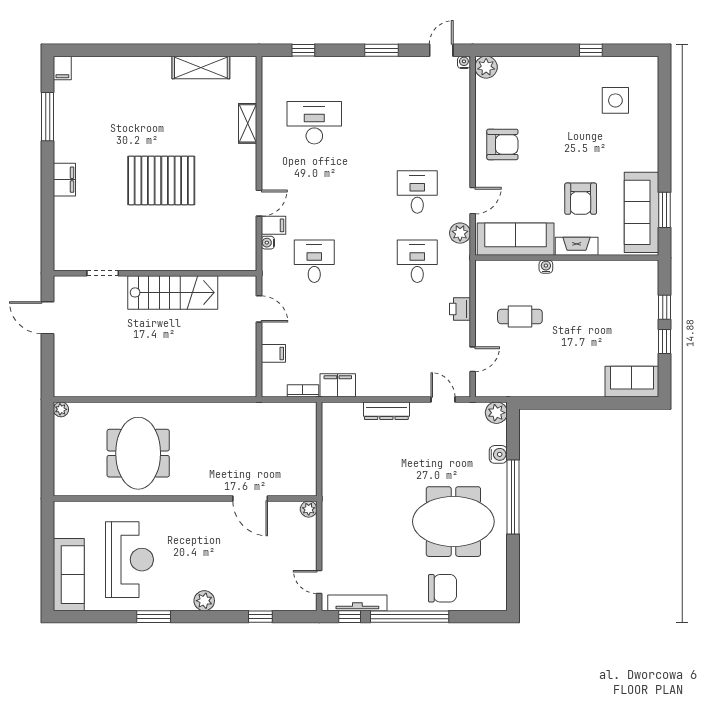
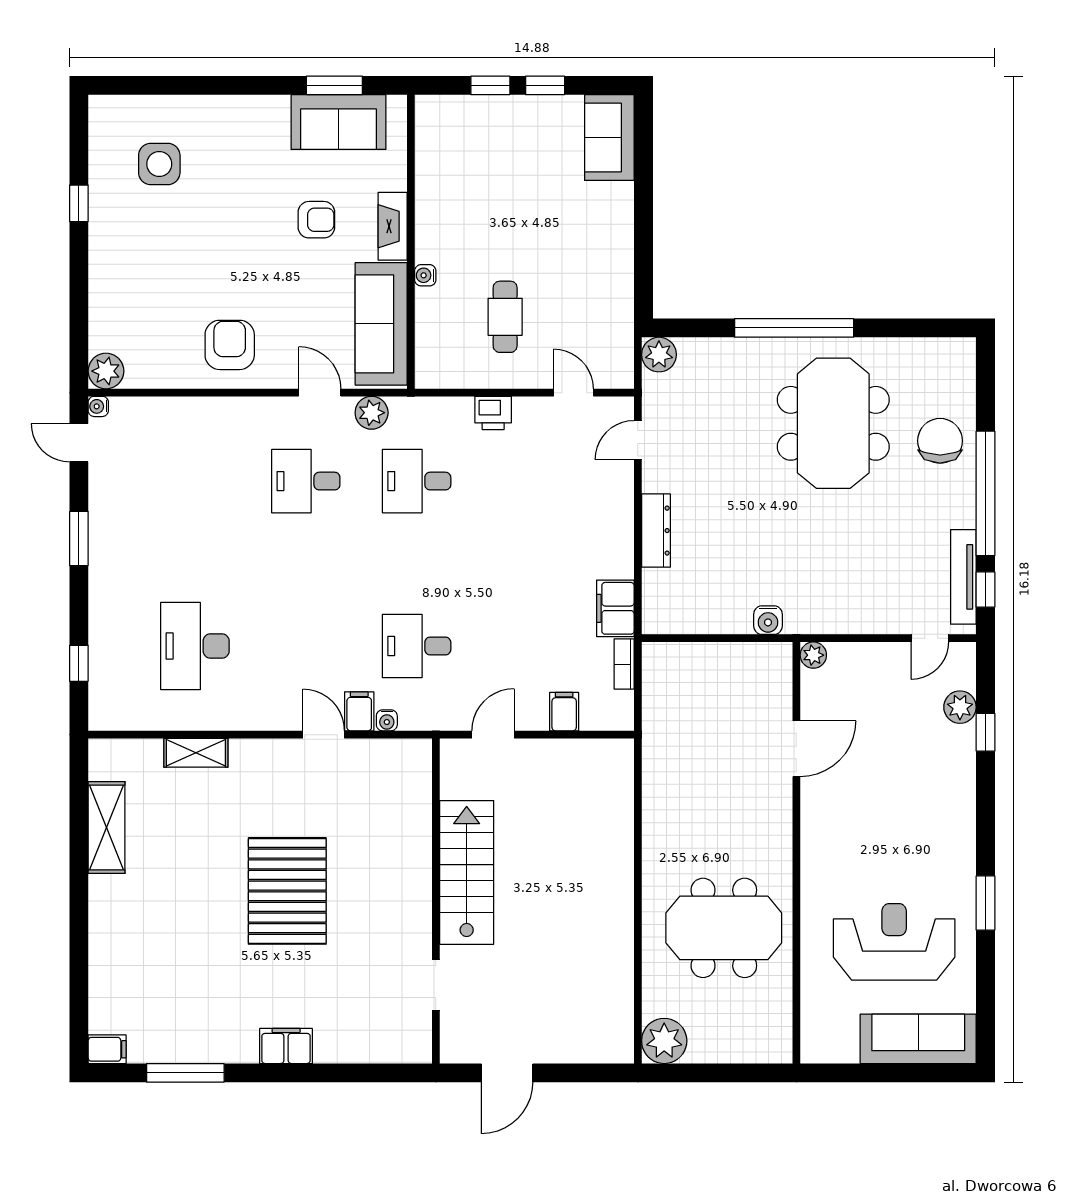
armchair: (581, 199) -> (316, 220), width x0.72, depth x0.72
sofa: (642, 212) -> (339, 122), width x0.73
plant: (61, 409) -> (664, 1041), width x1.88, depth x1.88
water cooler: (498, 454) -> (768, 620), moved, turned 180
plant: (204, 601) -> (960, 707), moved

